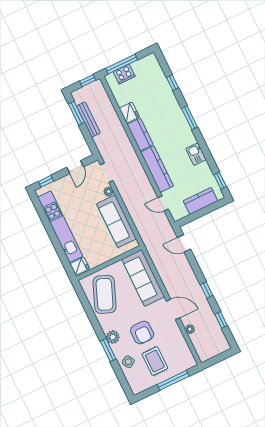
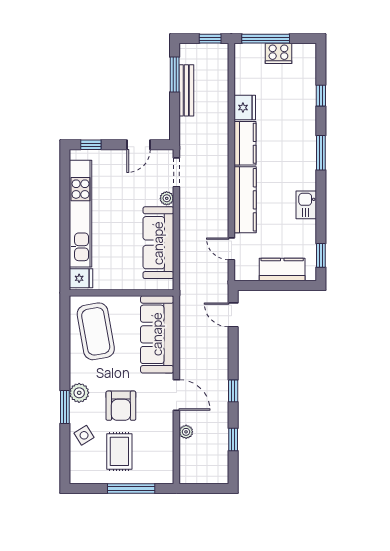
cooker: (124, 74) -> (278, 53), moved
coffee table: (105, 294) -> (96, 331), turned -32

